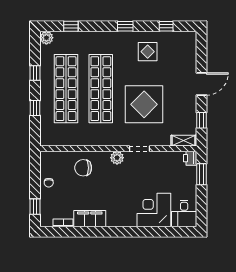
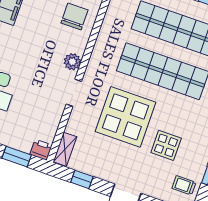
trolley: (179, 44) -> (184, 185), added
display table: (148, 52) -> (166, 145), moved

